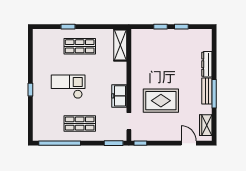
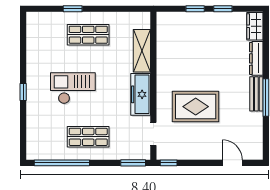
shelving: (120, 45) -> (142, 51), moved
freezer: (119, 96) -> (141, 94), width x1.40
wardrobe: (206, 125) -> (255, 26), moved

